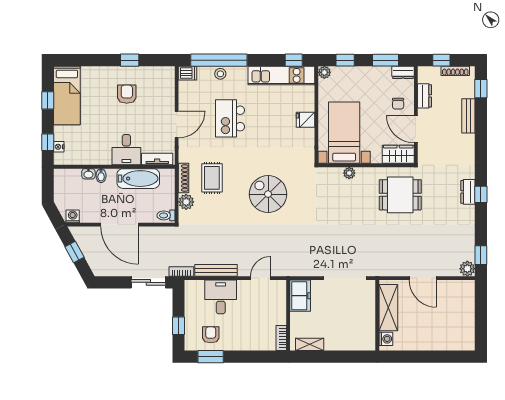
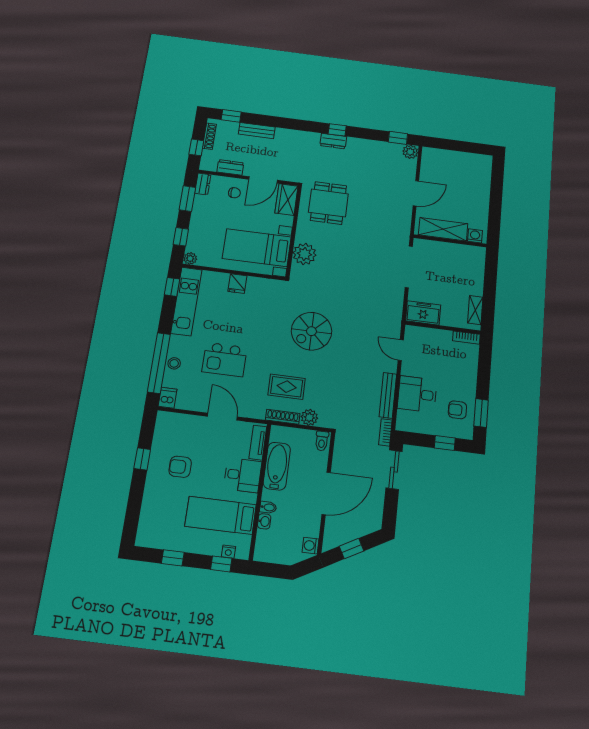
bed: (67, 95) -> (221, 515), moved, turned 180
plant: (349, 173) -> (304, 254), width x1.87, depth x1.87

